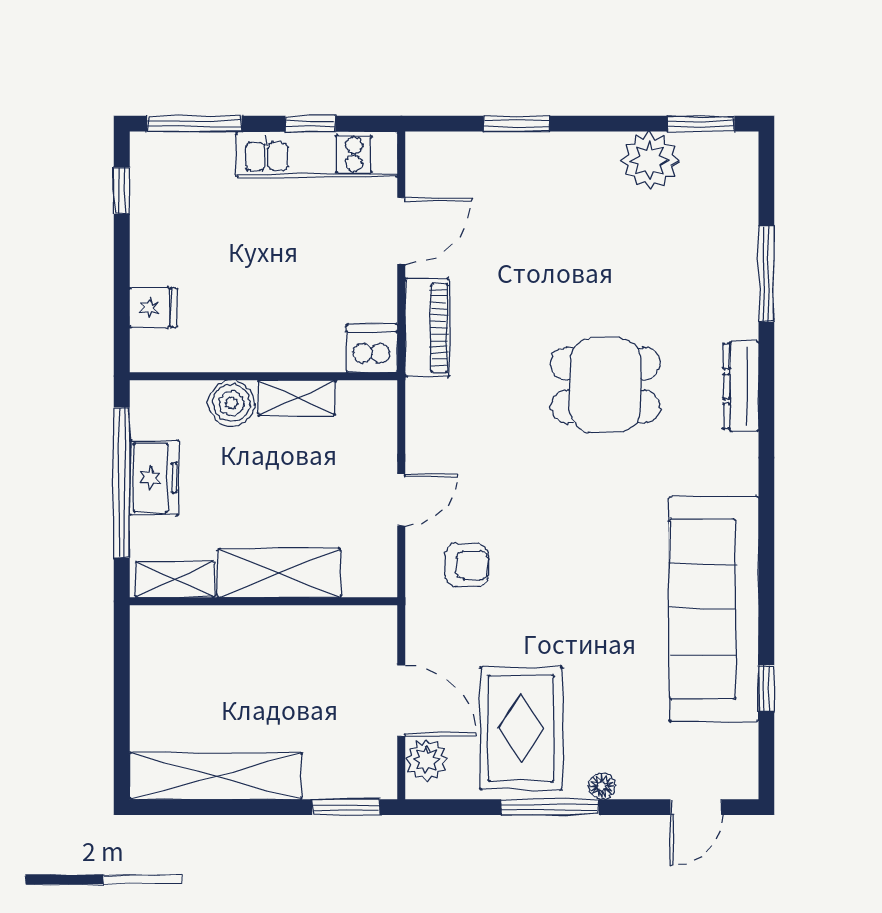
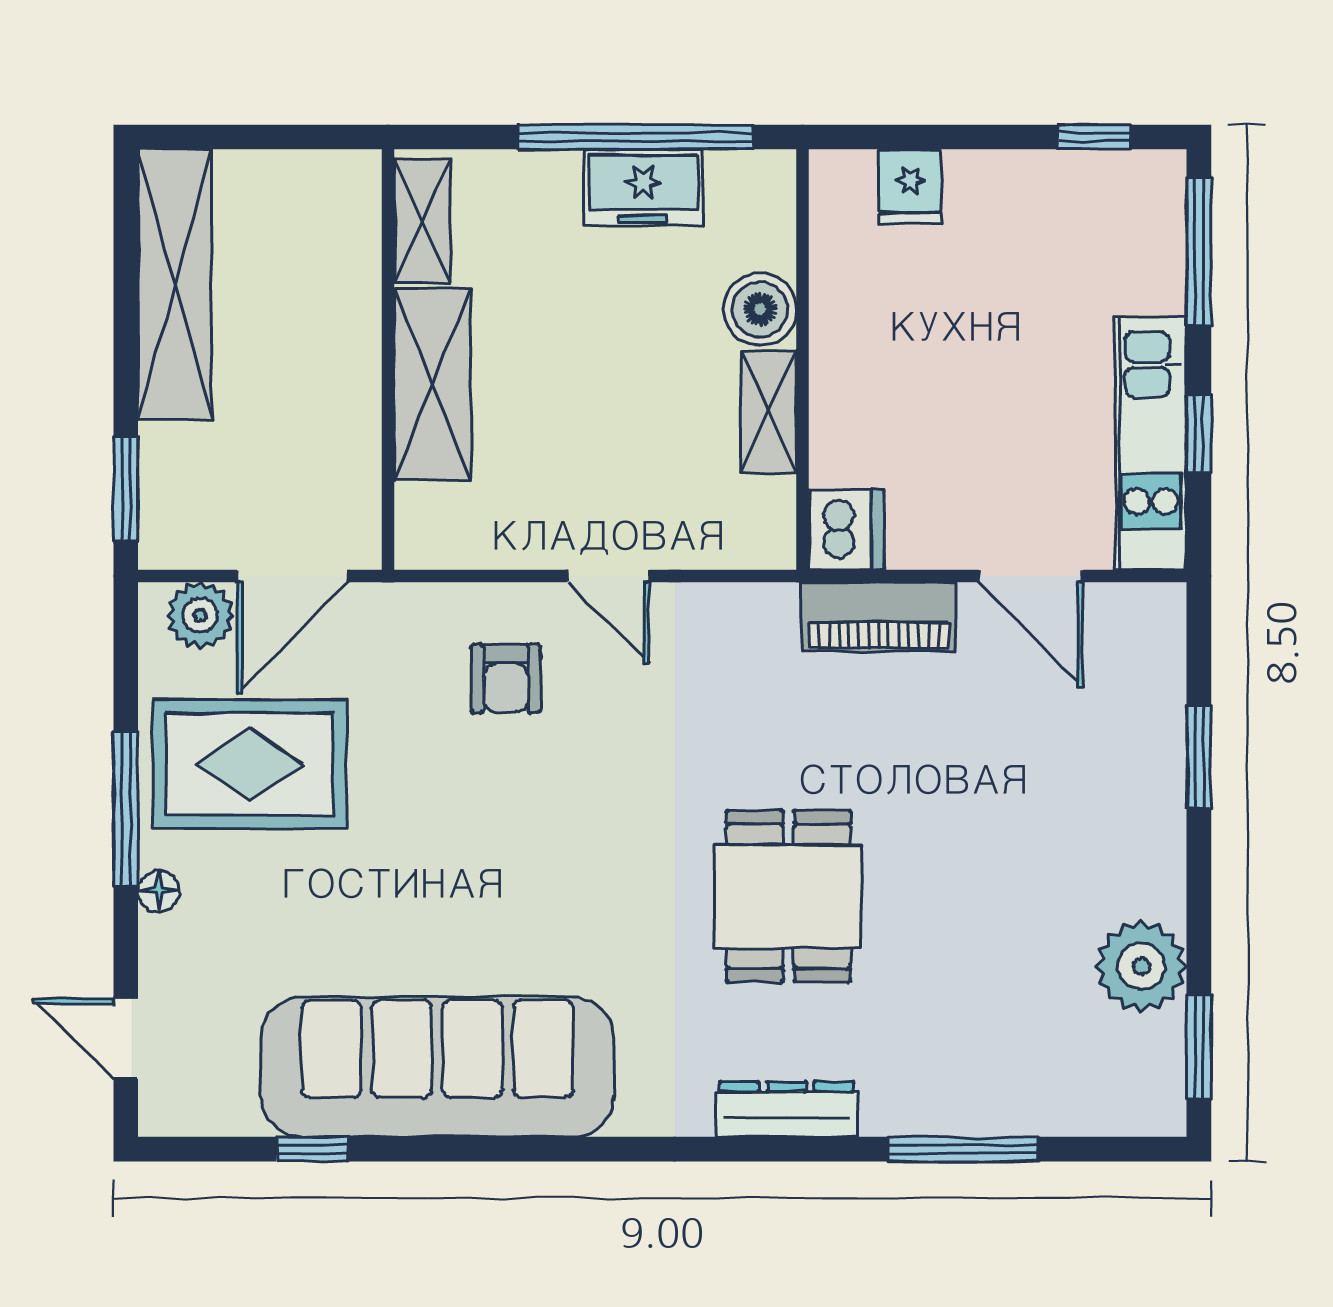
shelving: (279, 573) -> (432, 384), moved
shelving: (175, 580) -> (422, 221), moved
wall: (263, 601) -> (388, 360), moved

